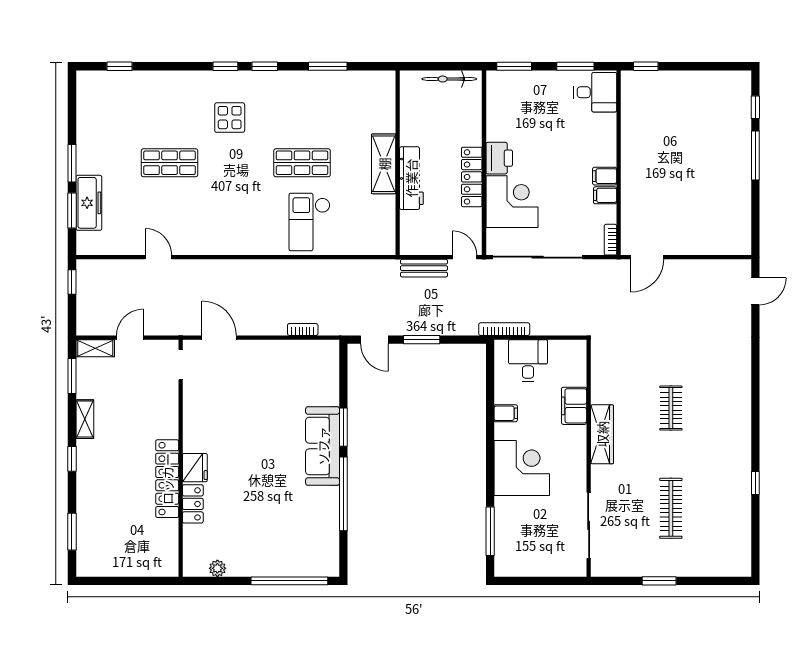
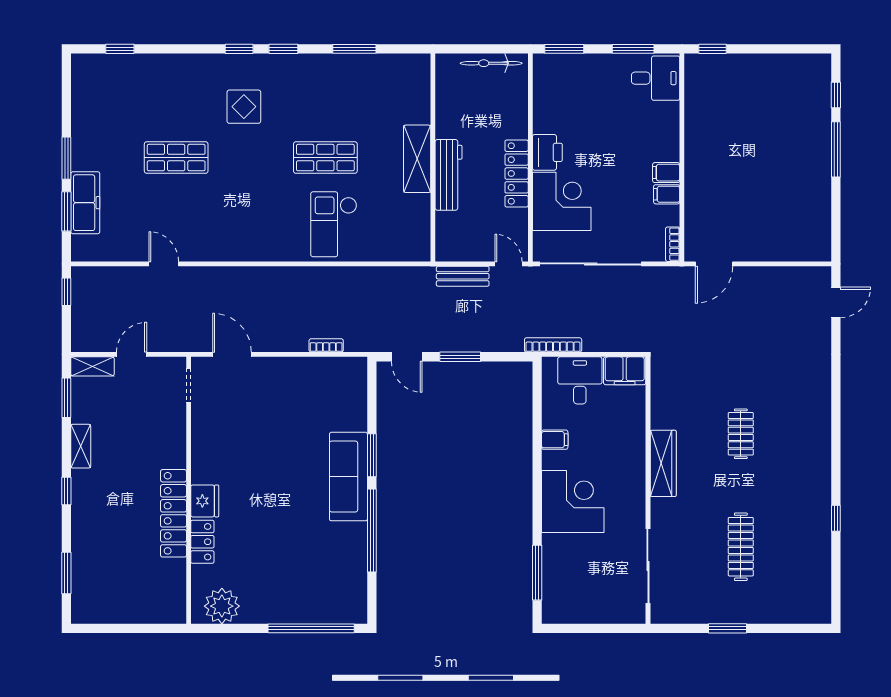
filing cabinet: (574, 406) -> (625, 371), moved, turned -90
plant: (217, 568) -> (222, 606), width x1.88, depth x1.88

